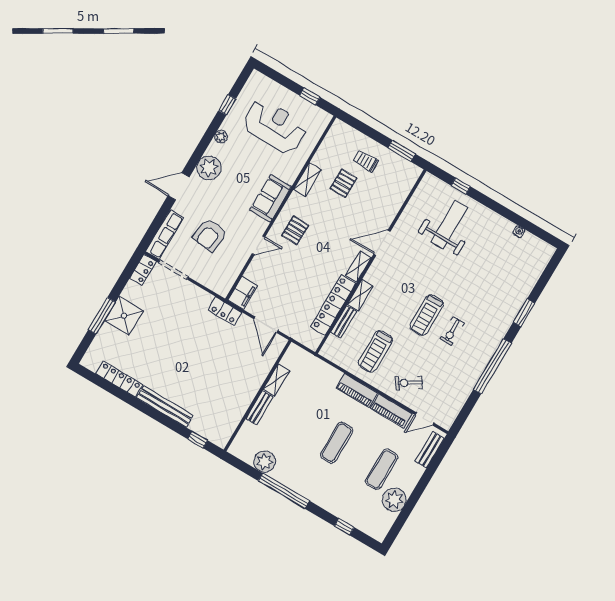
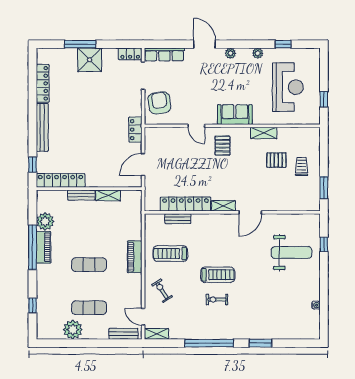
plant: (209, 168) -> (230, 53), width x0.53, depth x0.53
pallet: (295, 230) -> (222, 146), turned 90
armchair: (210, 235) -> (159, 103), moved, turned 75
door: (382, 243) -> (250, 212), swing flipped
filing cabinet: (243, 293) -> (156, 135), removed
shelving: (360, 295) -> (156, 334), moved
treadmill: (427, 315) -> (218, 275), turned 180
piano: (391, 411) -> (43, 247), moved, turned 180
locker: (232, 420) -> (61, 180), added

